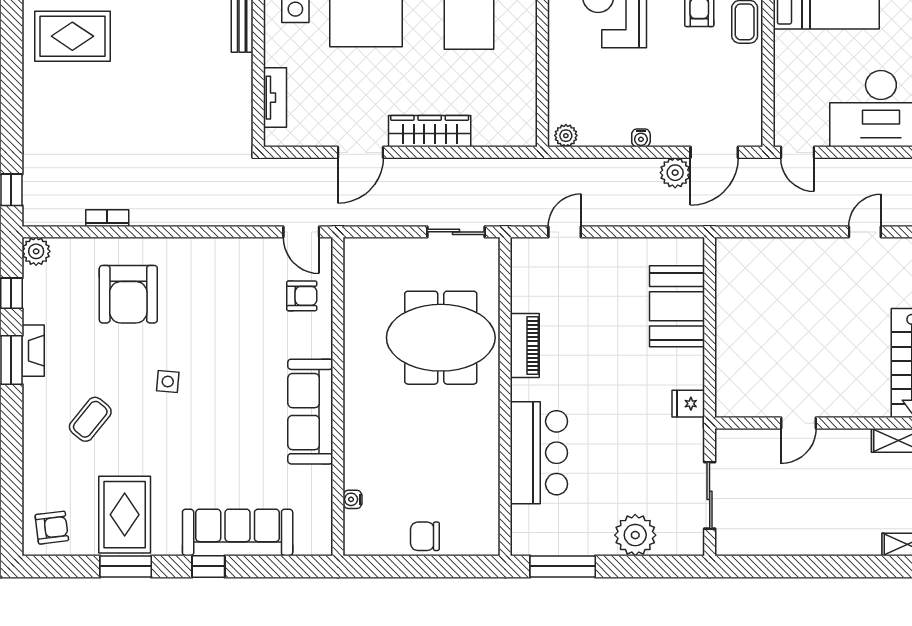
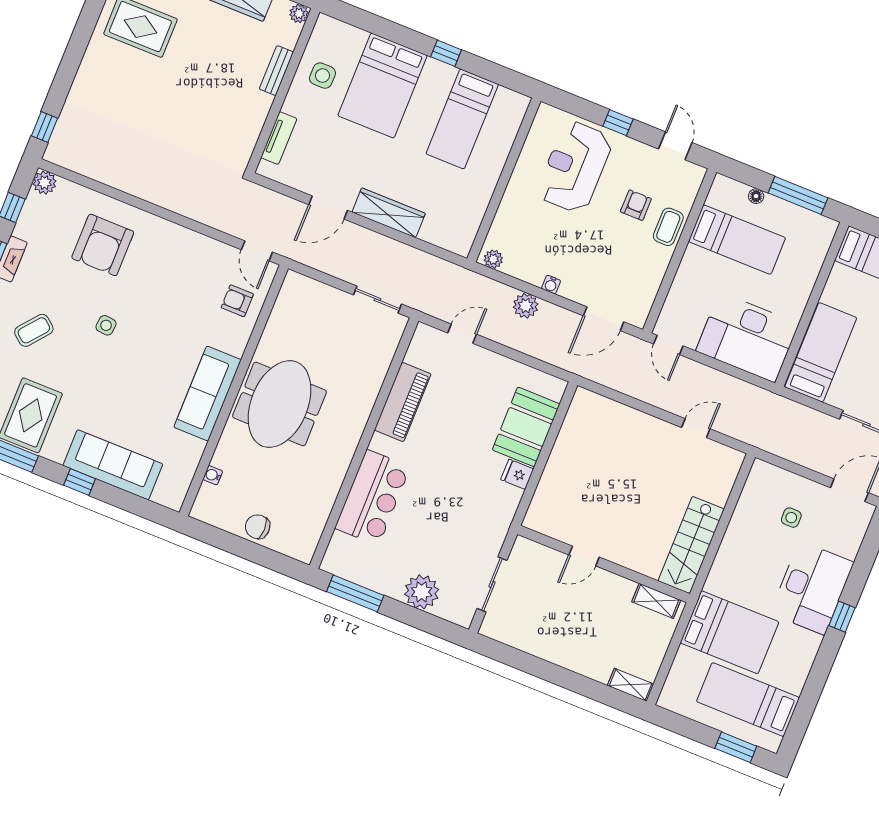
plant: (675, 173) -> (526, 306), moved
bookcase: (107, 218) -> (110, 179), removed
armchair: (302, 296) -> (237, 301), turned 180
meeting table: (441, 338) -> (279, 404), moved, turned 90
piano: (525, 346) -> (403, 402), width x1.37, depth x1.33
fridge: (688, 404) -> (517, 474), moved

